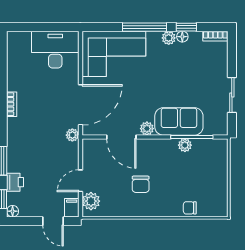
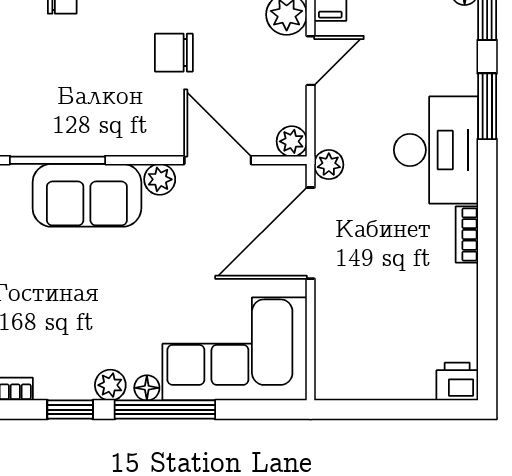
floor lamp: (182, 37) -> (147, 388), moved
desk: (55, 50) -> (436, 150), moved, turned -90
plant: (185, 145) -> (292, 141), moved
printer: (15, 182) -> (457, 382), moved, turned 90
chair: (141, 184) -> (174, 53), turned -90

